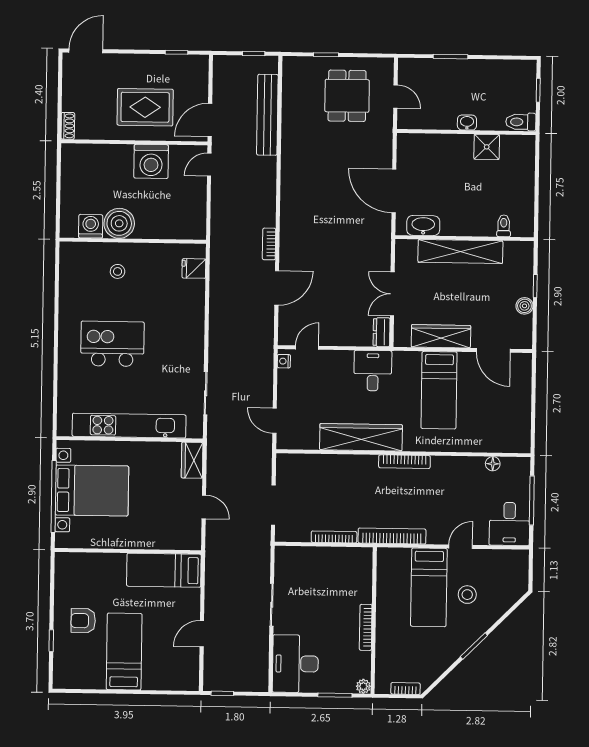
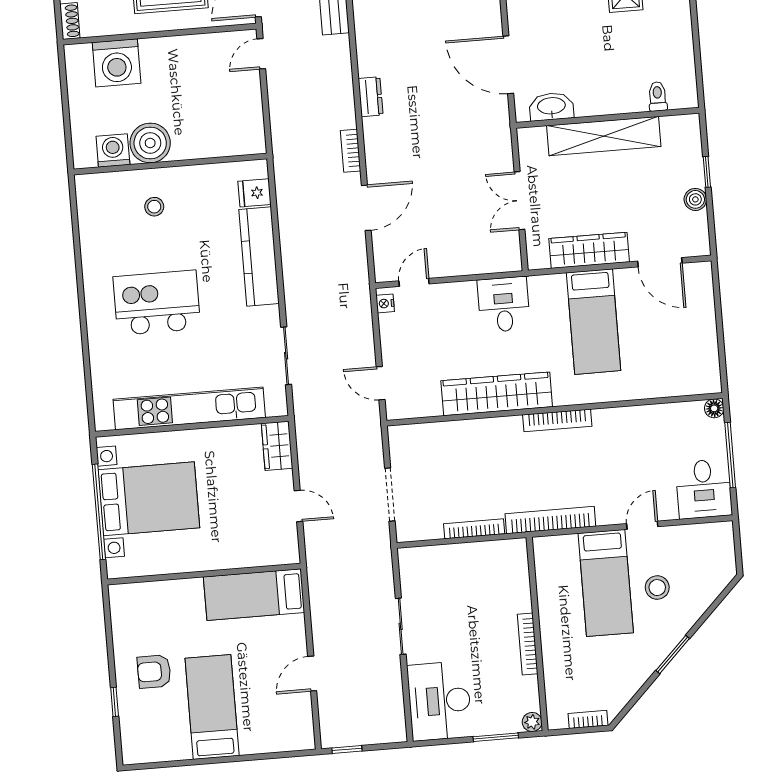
washing machine: (151, 161) -> (117, 63), moved
kitchen counter: (193, 317) -> (259, 256), added
dresser: (382, 332) -> (371, 97), moved, turned 180
floor lamp: (493, 464) -> (714, 408), moved

